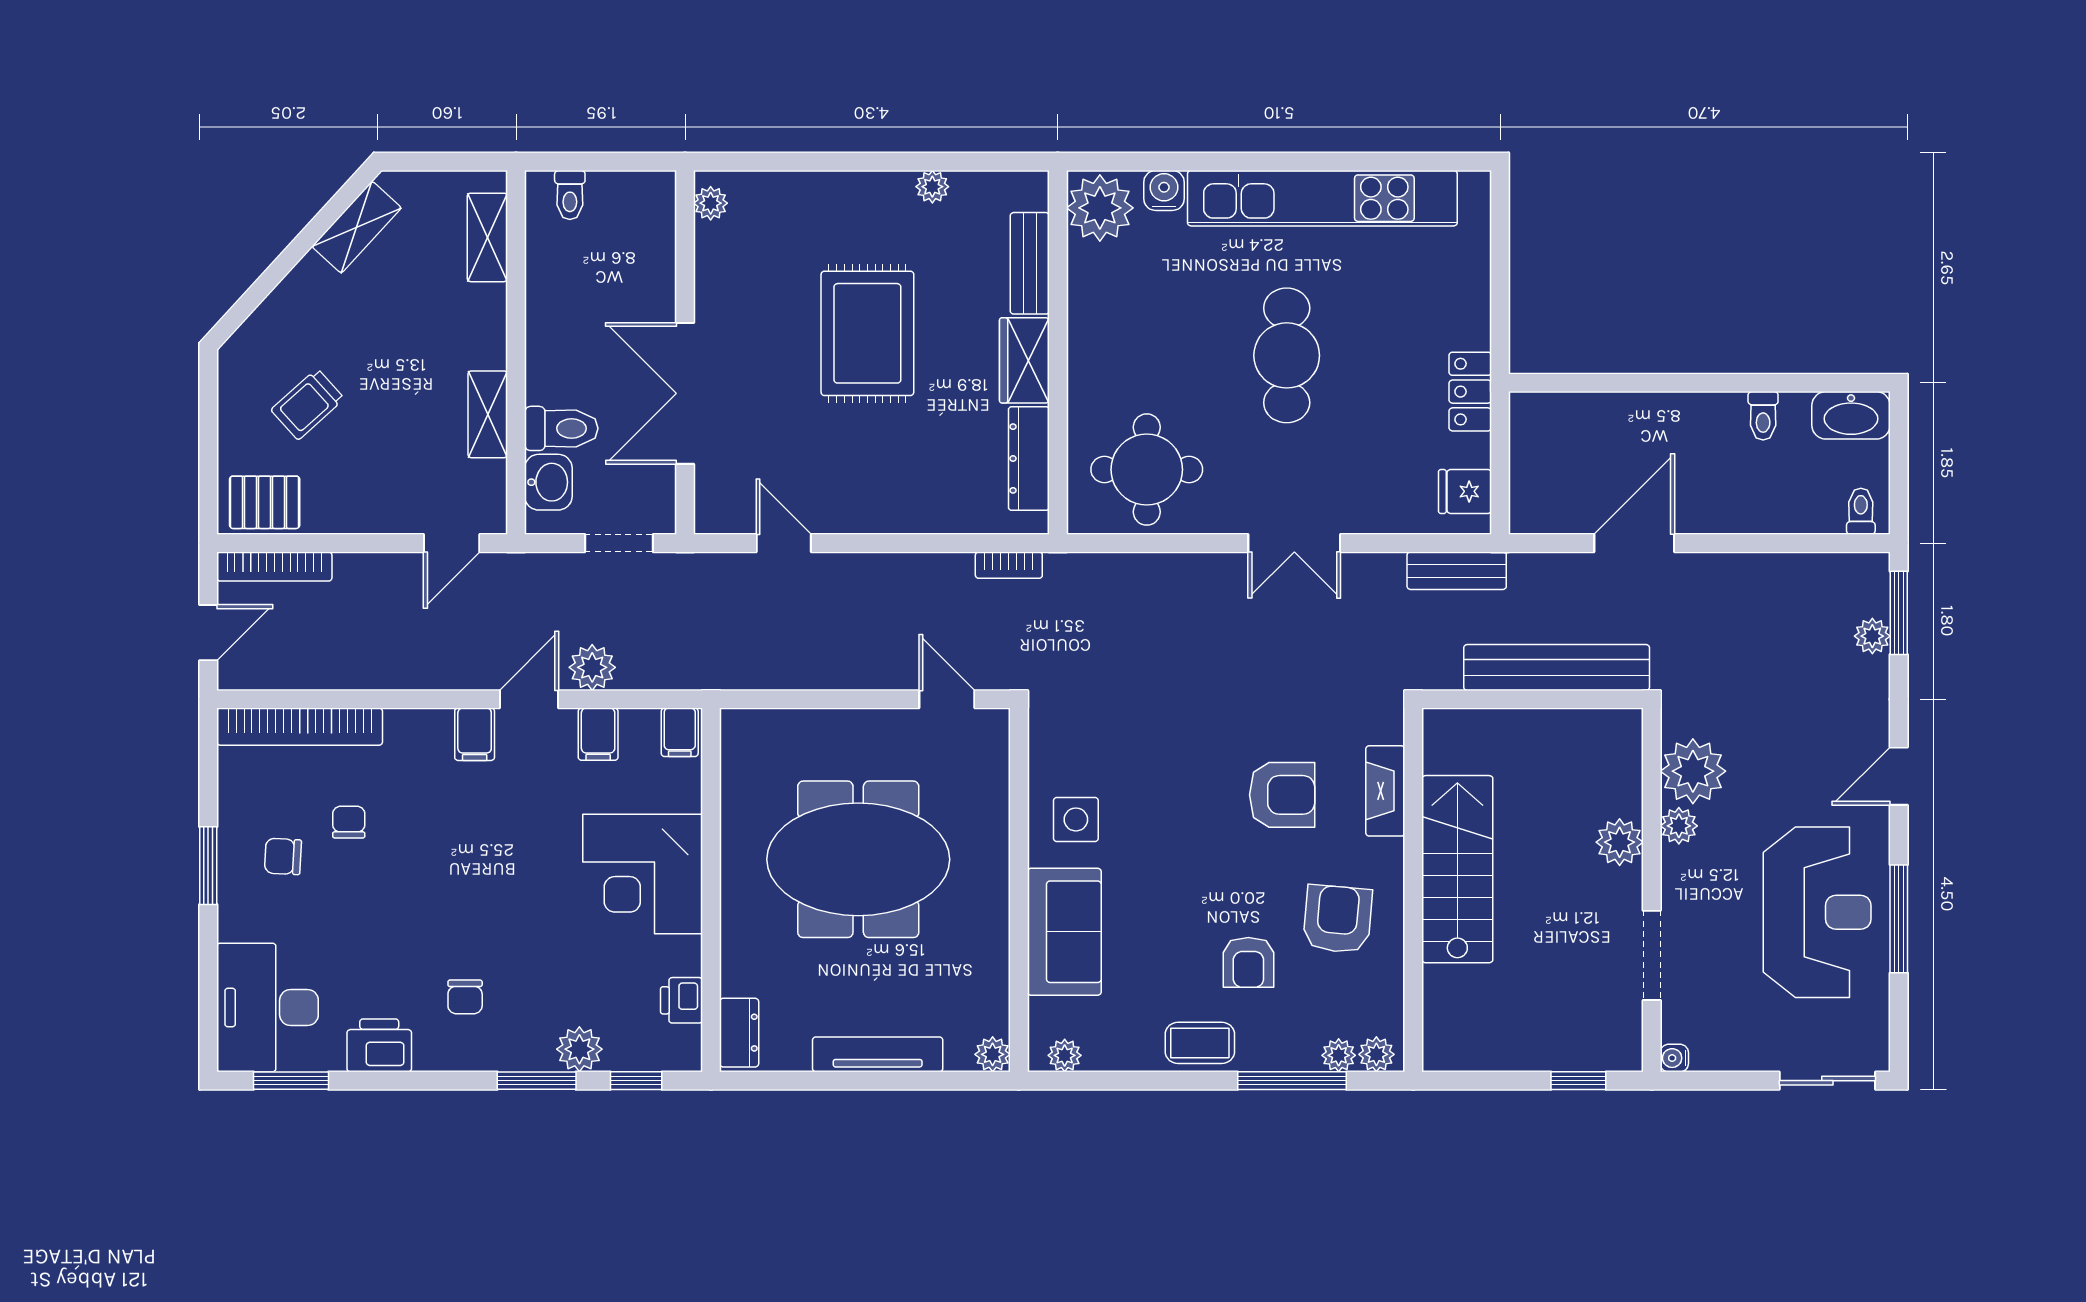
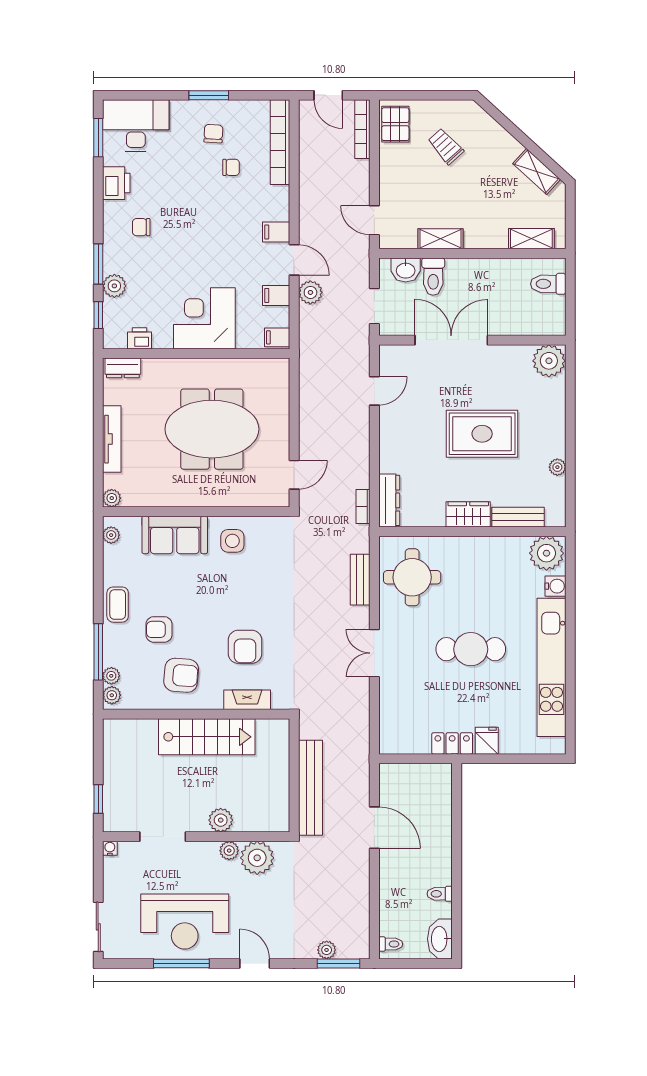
toilet: (570, 195) -> (548, 284), width x1.37, depth x1.39
plant: (711, 203) -> (549, 361), width x1.87, depth x1.87
dresser: (1029, 459) -> (389, 500), moved, turned 90
fridge: (1465, 491) -> (487, 741), moved
bench: (1457, 571) -> (360, 580), moved
meeting table: (858, 859) -> (212, 429), turned 90

